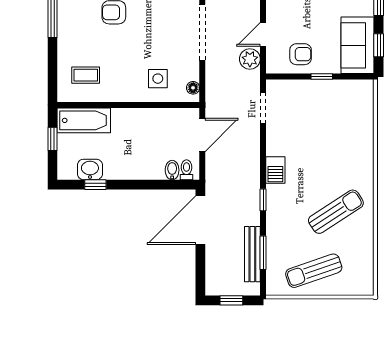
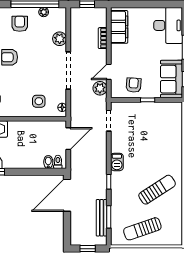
armchair: (301, 54) -> (134, 85), turned -86

